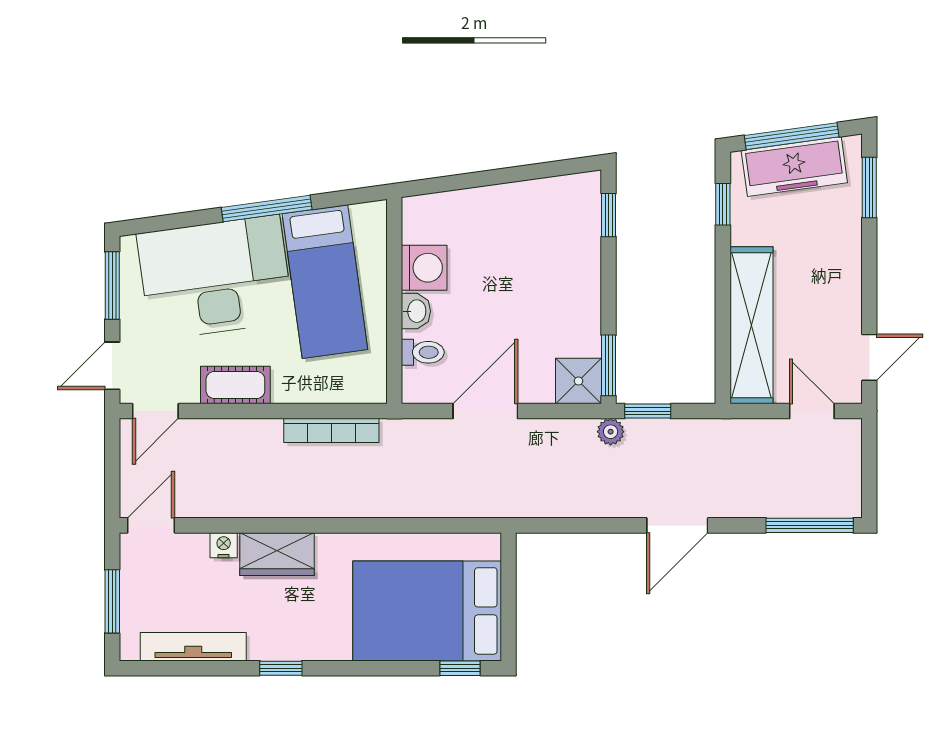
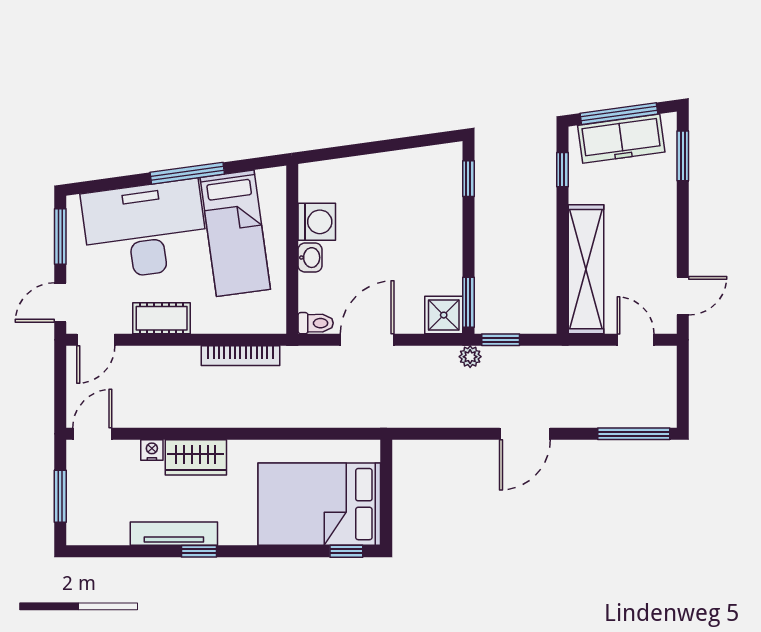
toilet: (423, 352) -> (316, 323), moved
tv unit: (193, 647) -> (174, 534), moved

